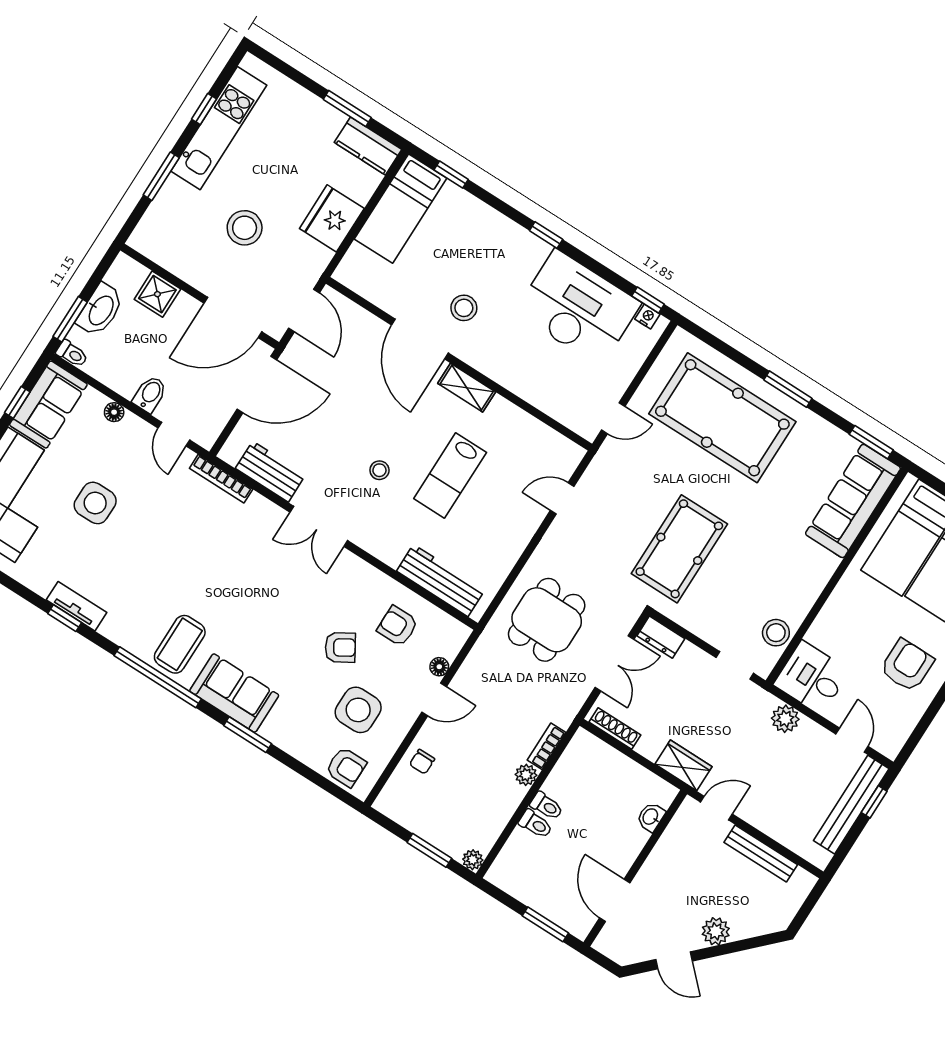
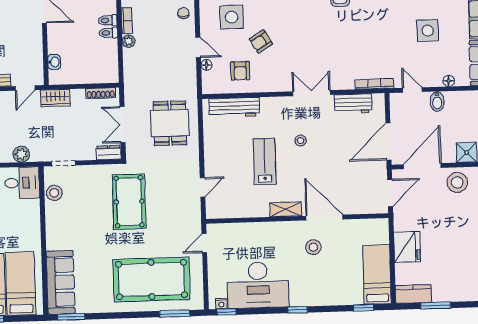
stool: (245, 228) -> (457, 182), moved
door: (304, 311) -> (390, 193), swing flipped
window: (788, 389) -> (175, 314), moved
armchair: (397, 626) -> (240, 71), turned 90
door: (434, 699) -> (198, 47), swing flipped
bookcase: (546, 746) -> (127, 21), moved

